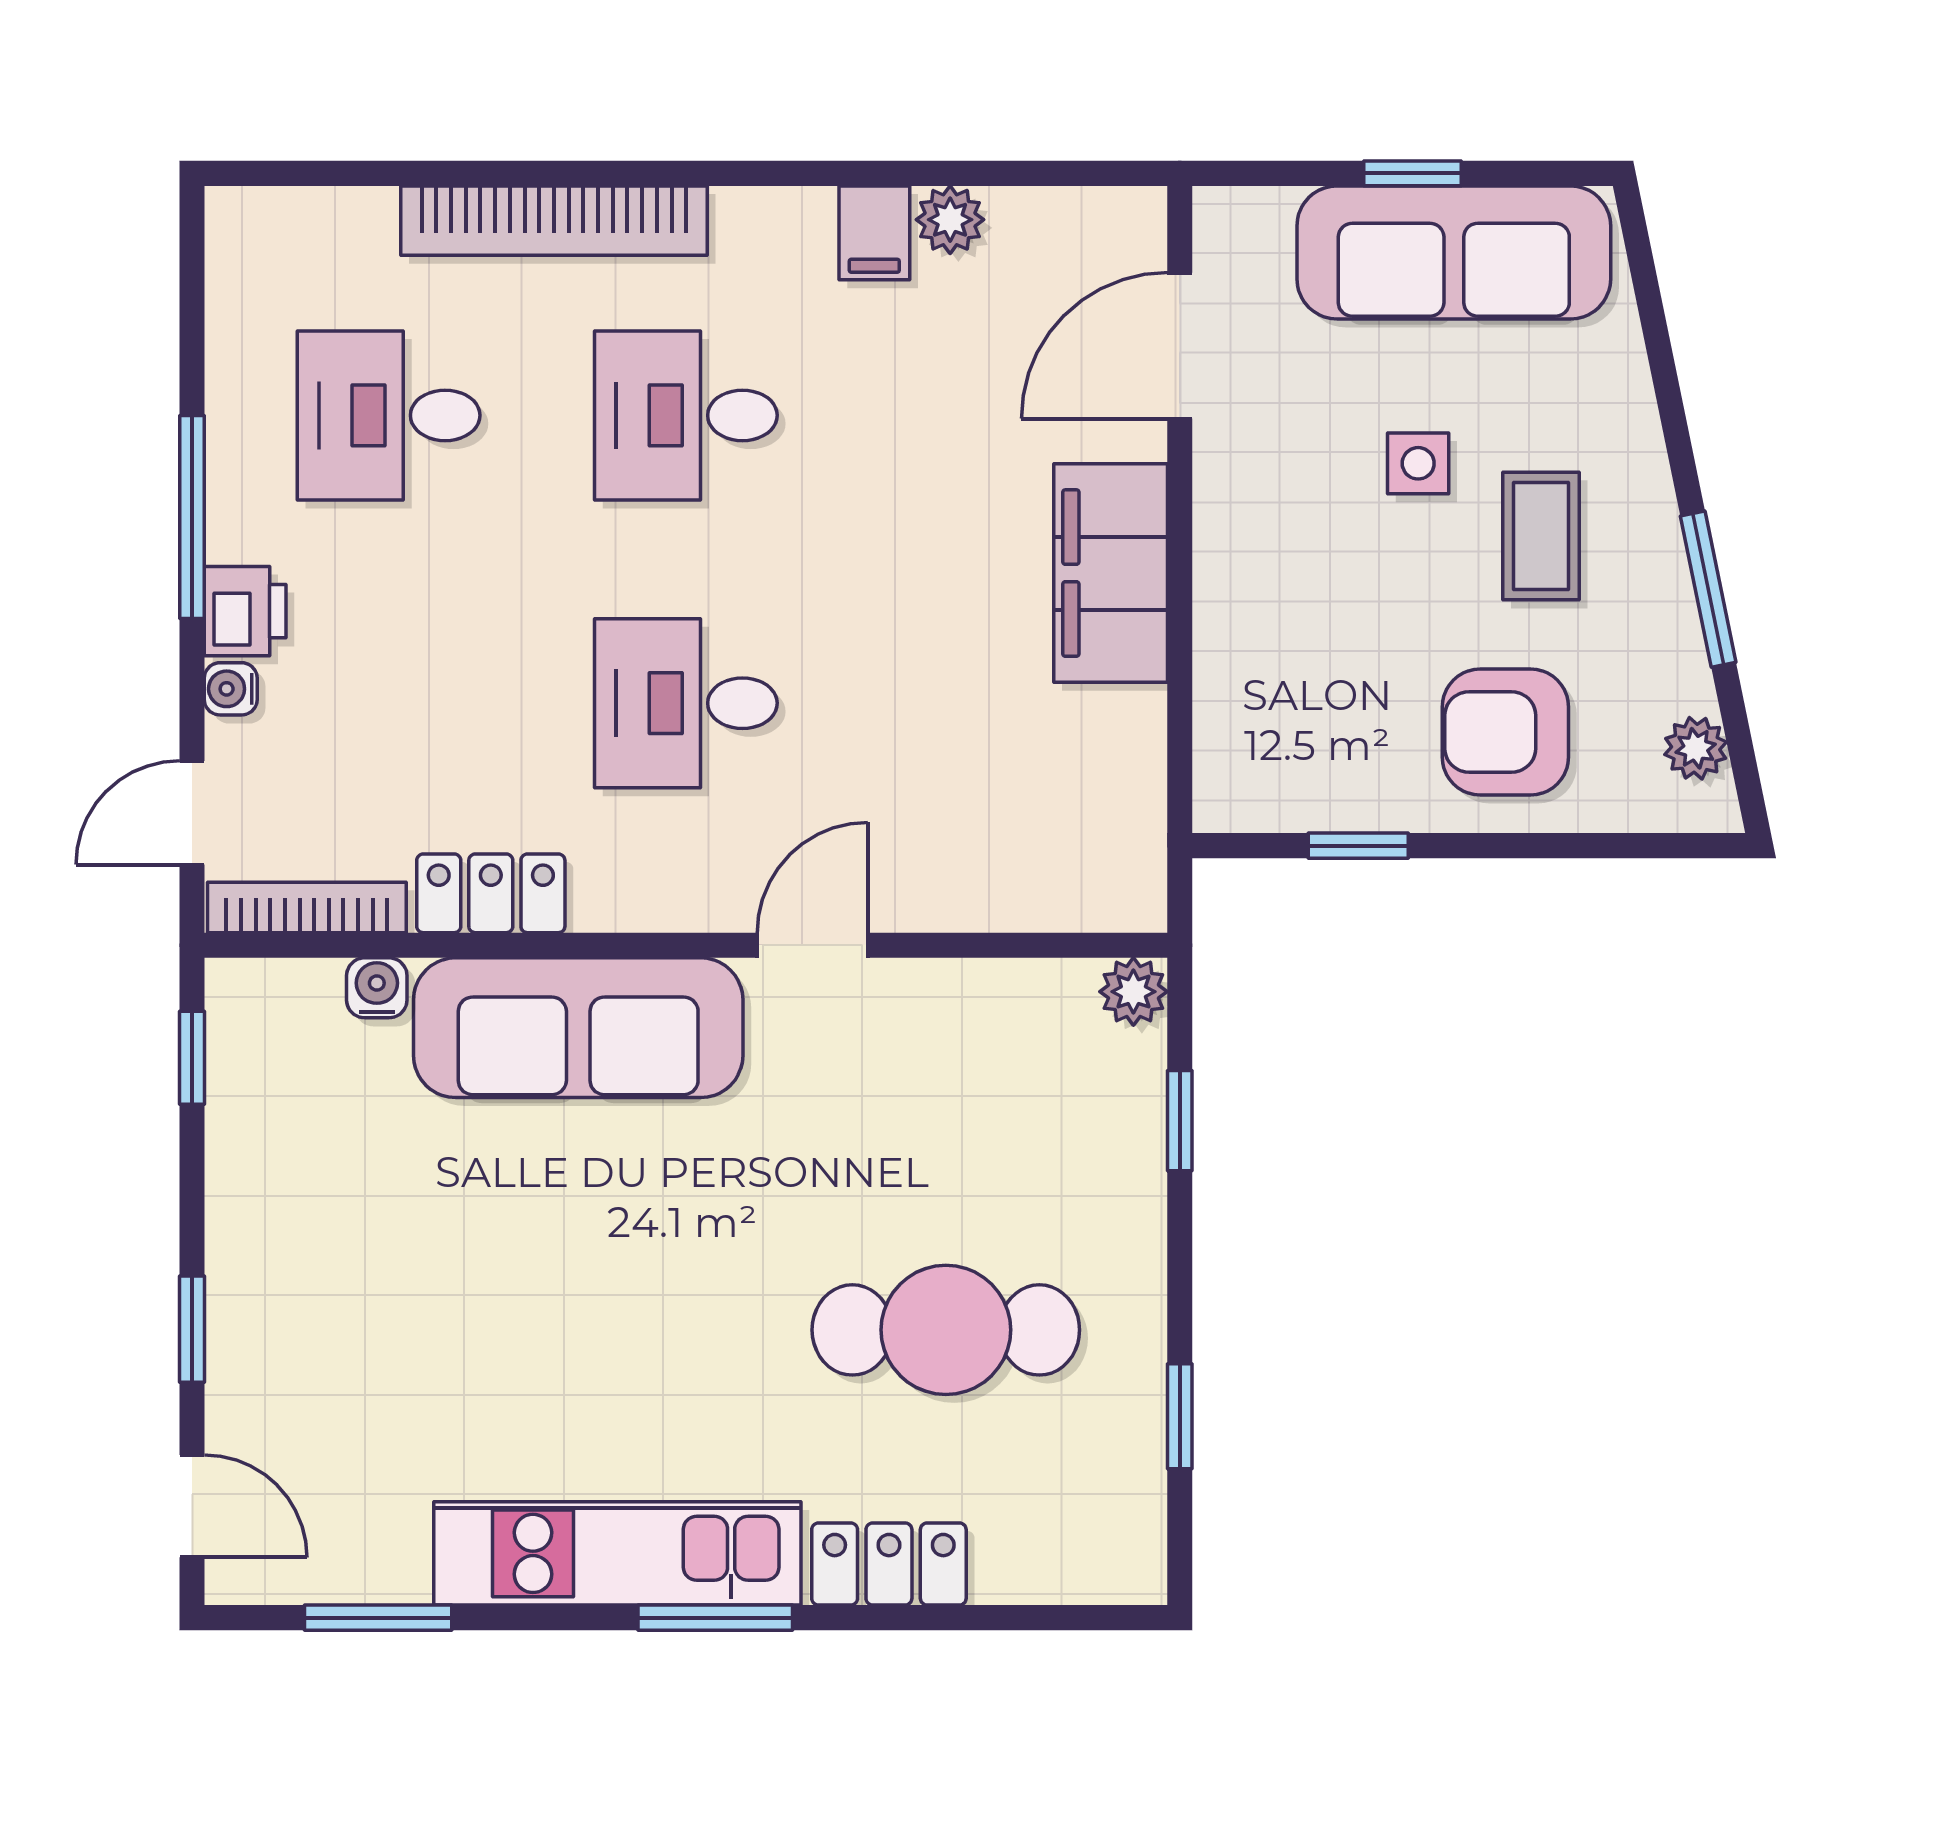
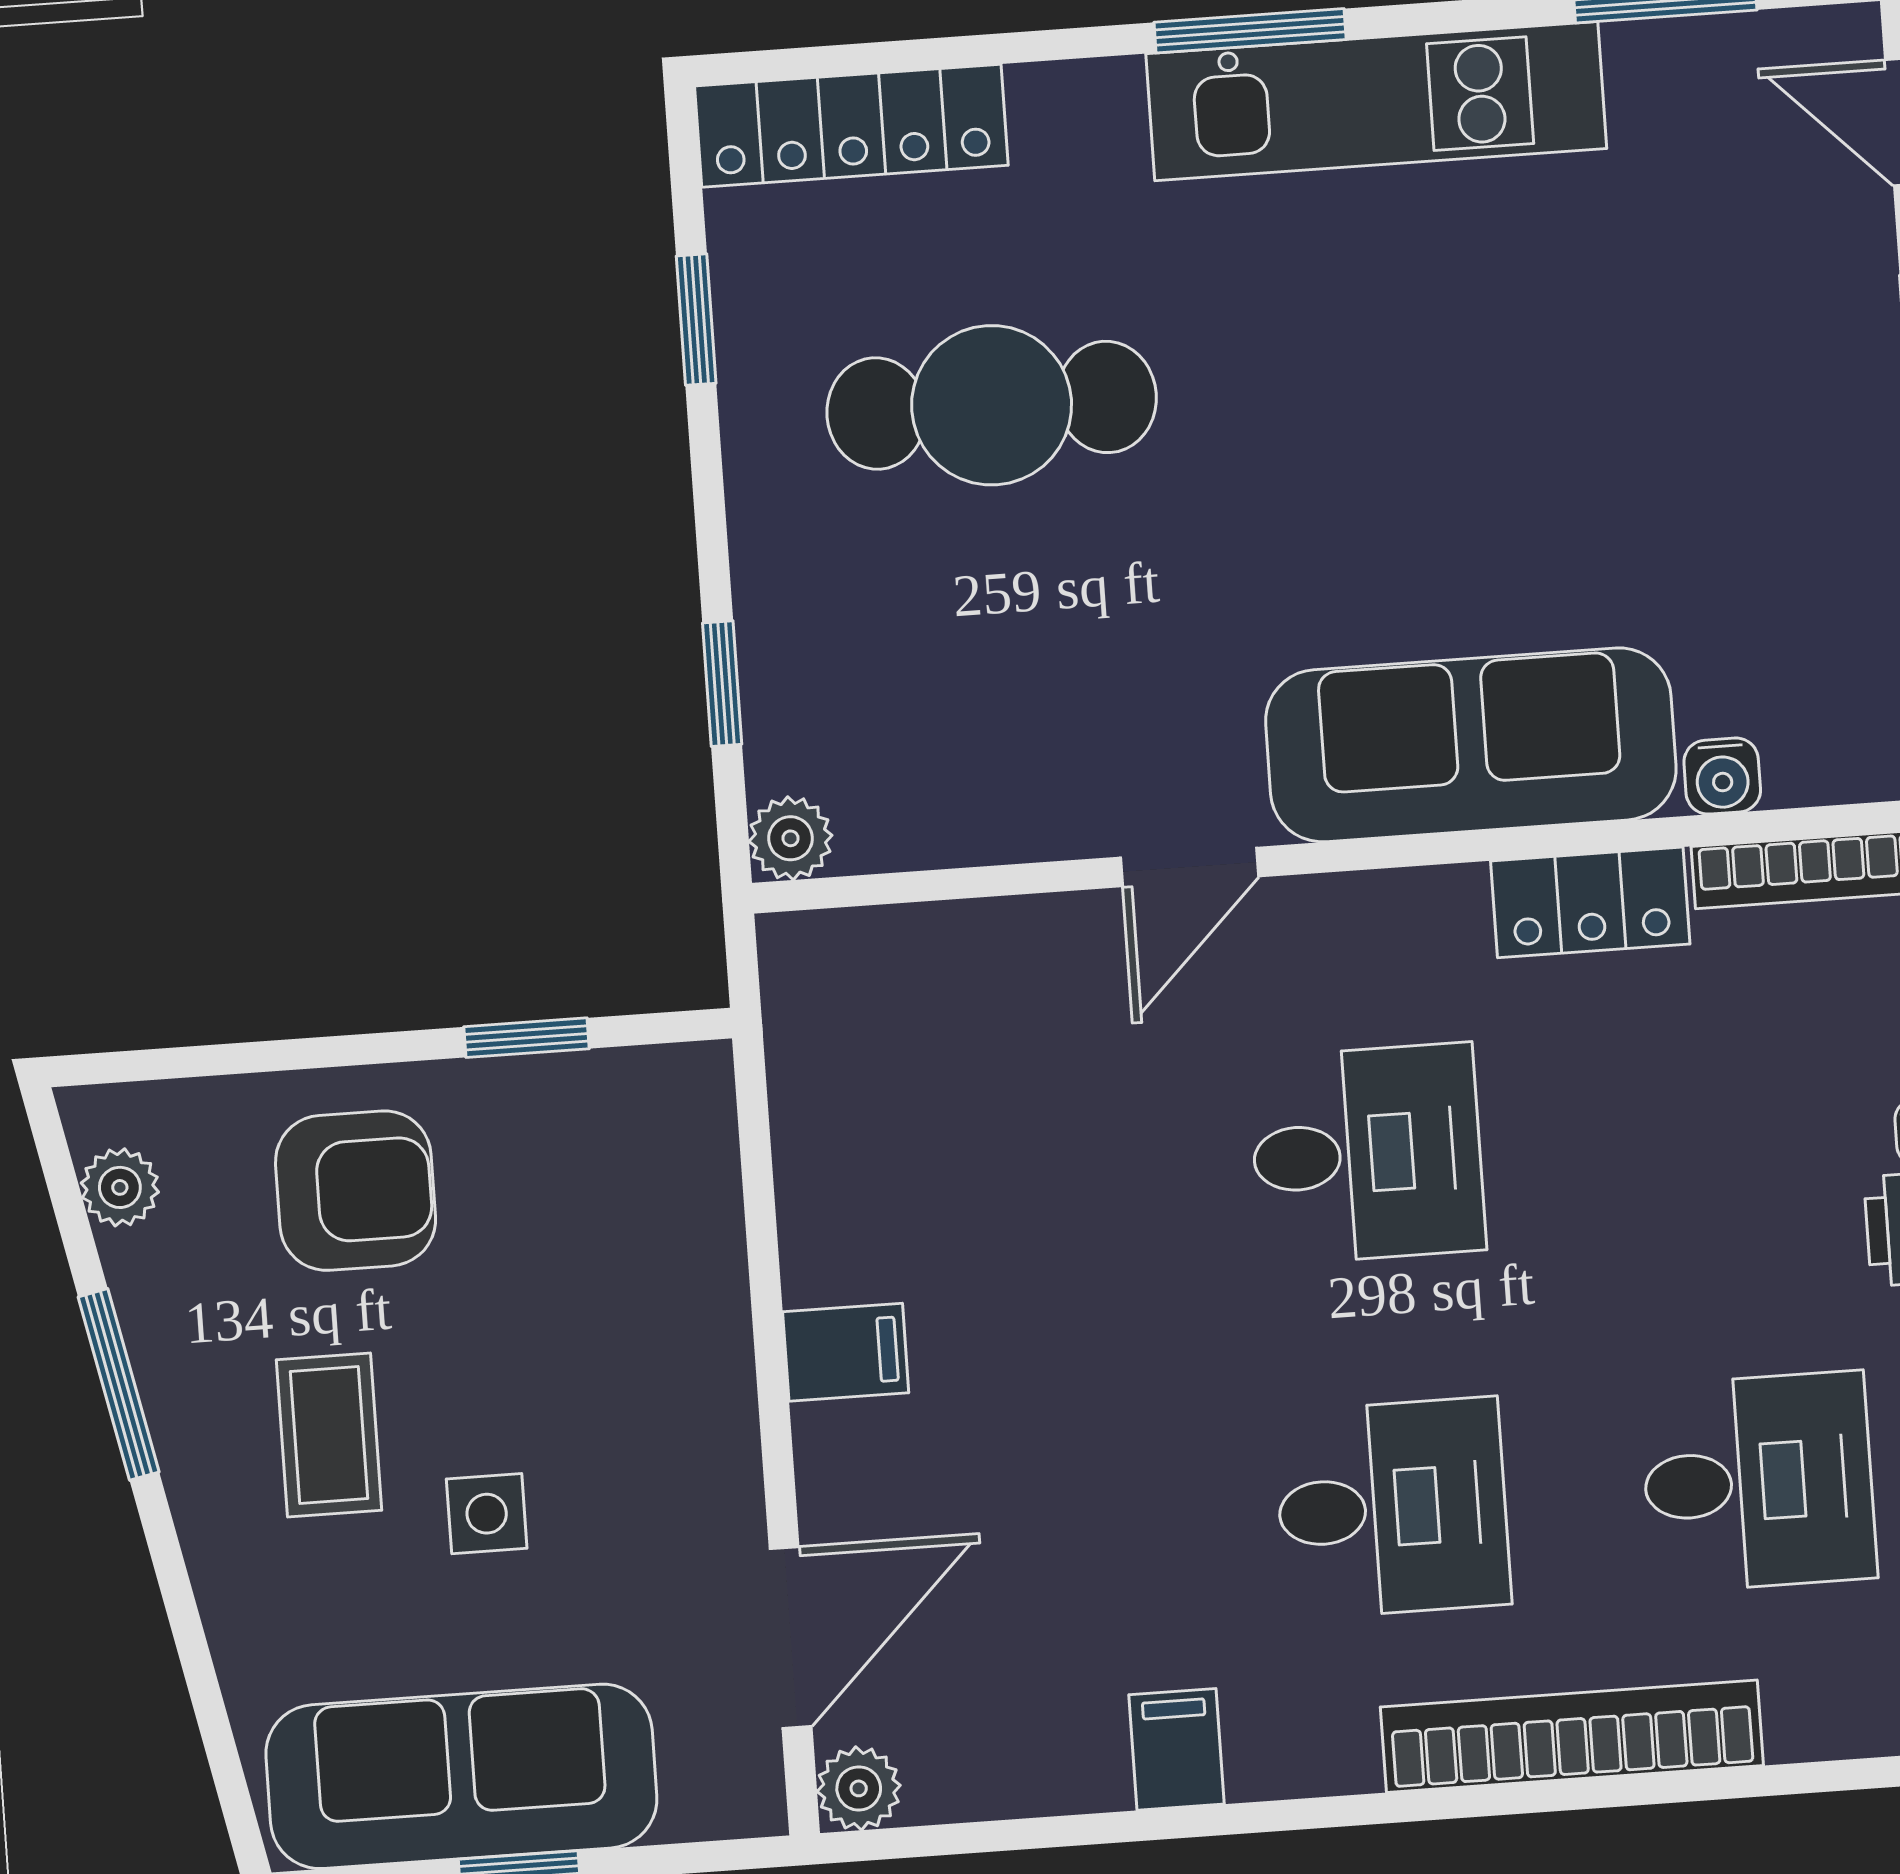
plant: (950, 220) -> (859, 1788), moved
filing cabinet: (1111, 573) -> (846, 1352), width x0.33, depth x0.86
locker: (889, 1564) -> (851, 126), moved, width x1.53

